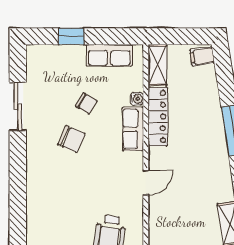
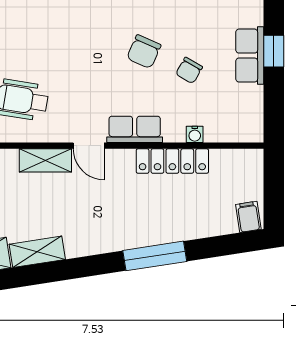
row of seats: (109, 55) -> (250, 56), moved
shelving: (157, 65) -> (45, 160), moved
row of seats: (133, 129) -> (135, 129), moved

